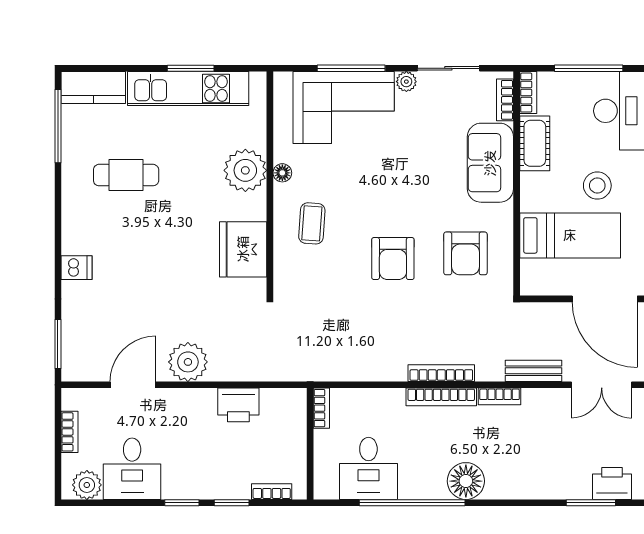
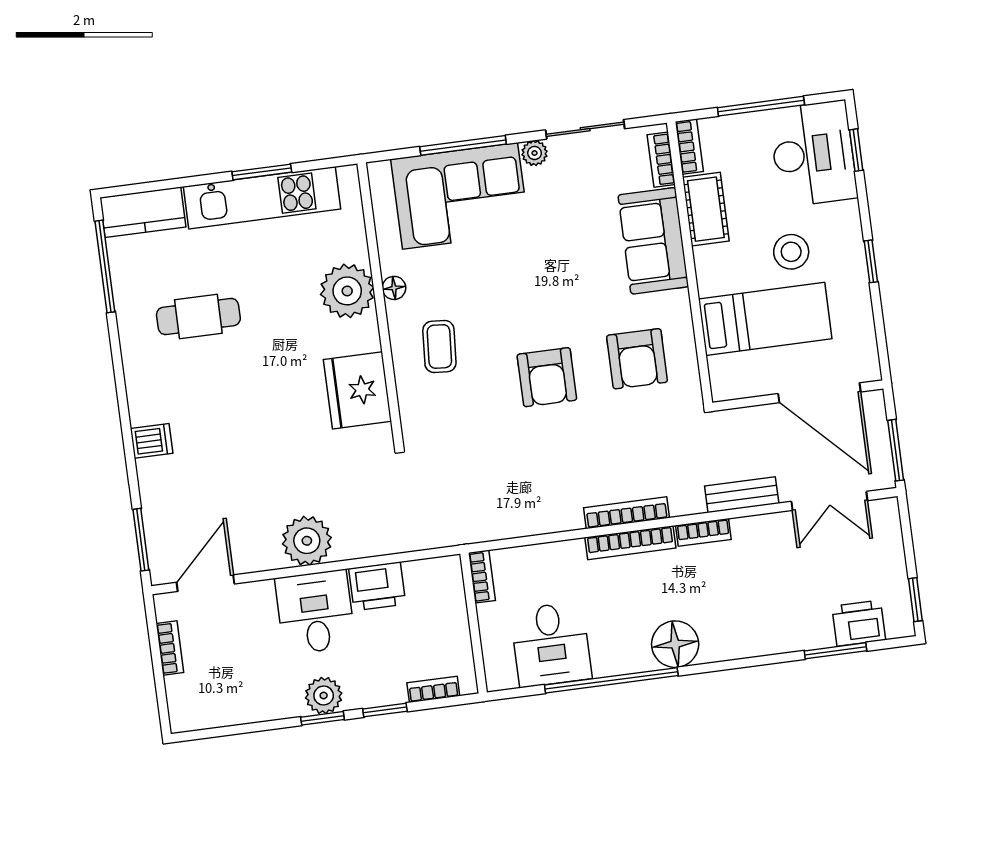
door: (133, 385) -> (206, 583), moved
desk: (132, 469) -> (315, 612), moved, turned 180
plant: (87, 485) -> (324, 696), moved

